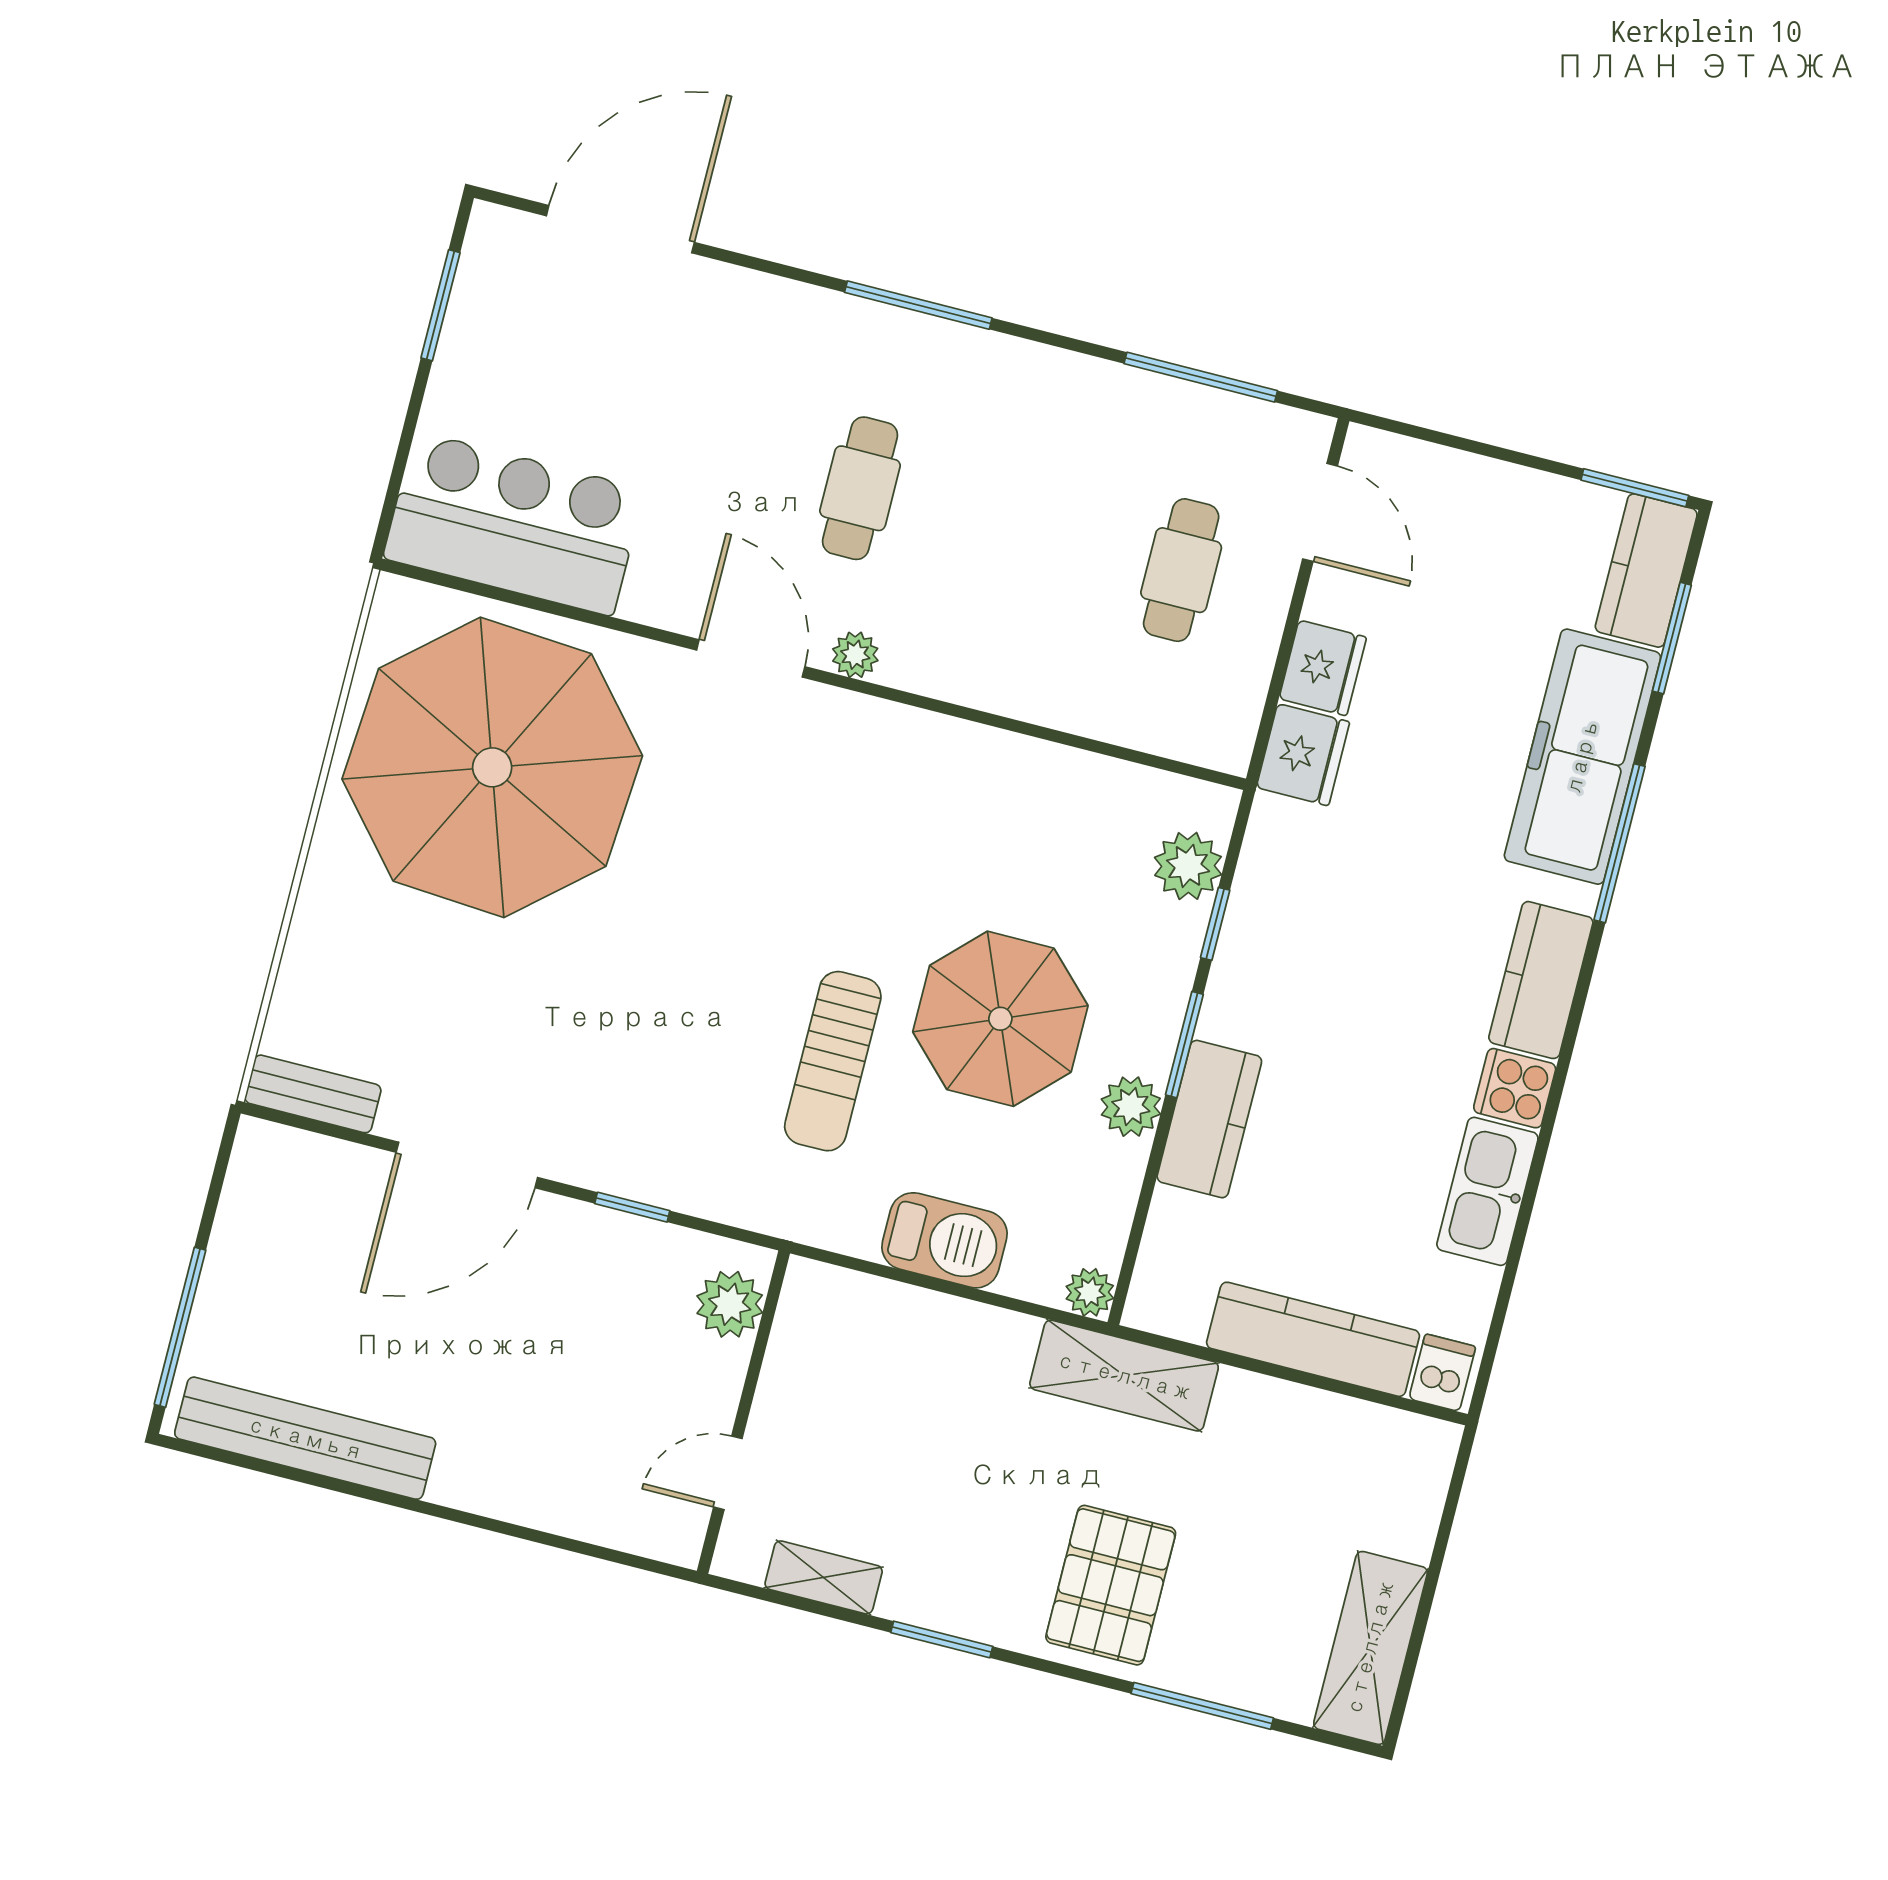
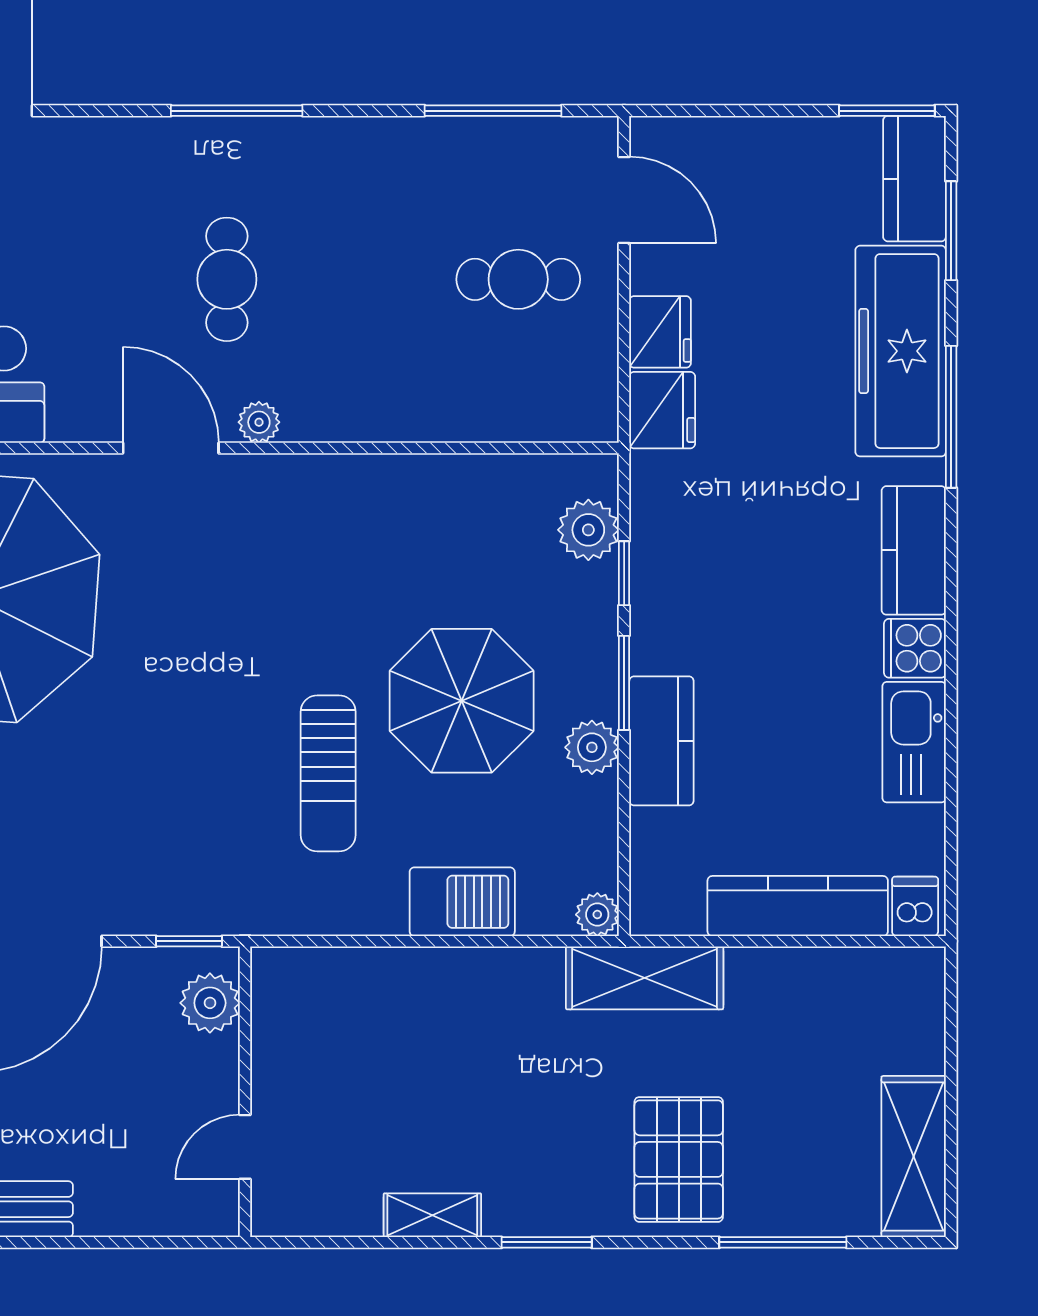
cafe table: (1181, 570) -> (518, 279), turned 90
plant: (730, 1304) -> (210, 1003), moved
wall: (743, 1412) -> (245, 1092), moved
door: (728, 1473) -> (245, 1147), moved

